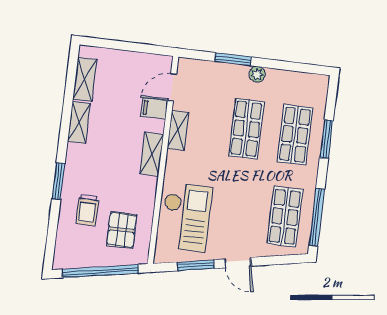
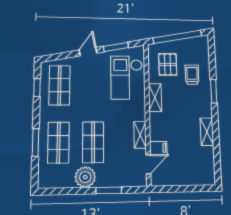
plant: (257, 74) -> (85, 177), width x1.87, depth x1.87
shelving: (85, 79) -> (208, 162), removed
shelving: (152, 154) -> (155, 98), moved
window: (317, 217) -> (37, 88), width x0.46
door: (238, 263) -> (88, 52), hinge flipped

